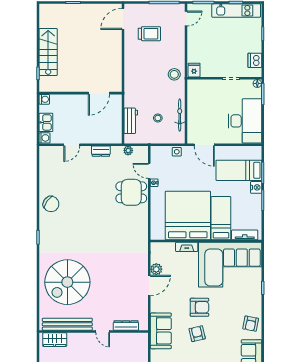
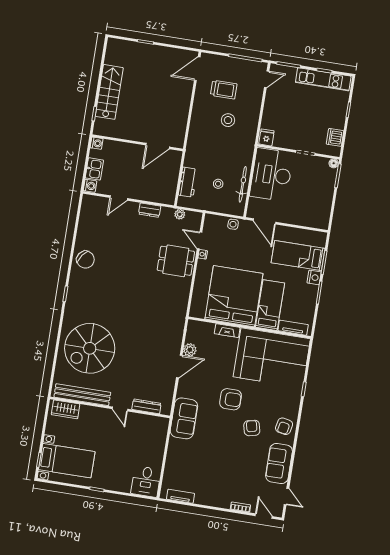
stool: (174, 74) -> (228, 120), moved
desk: (245, 121) -> (271, 175), moved, turned 180
armchair: (197, 334) -> (252, 428), moved

